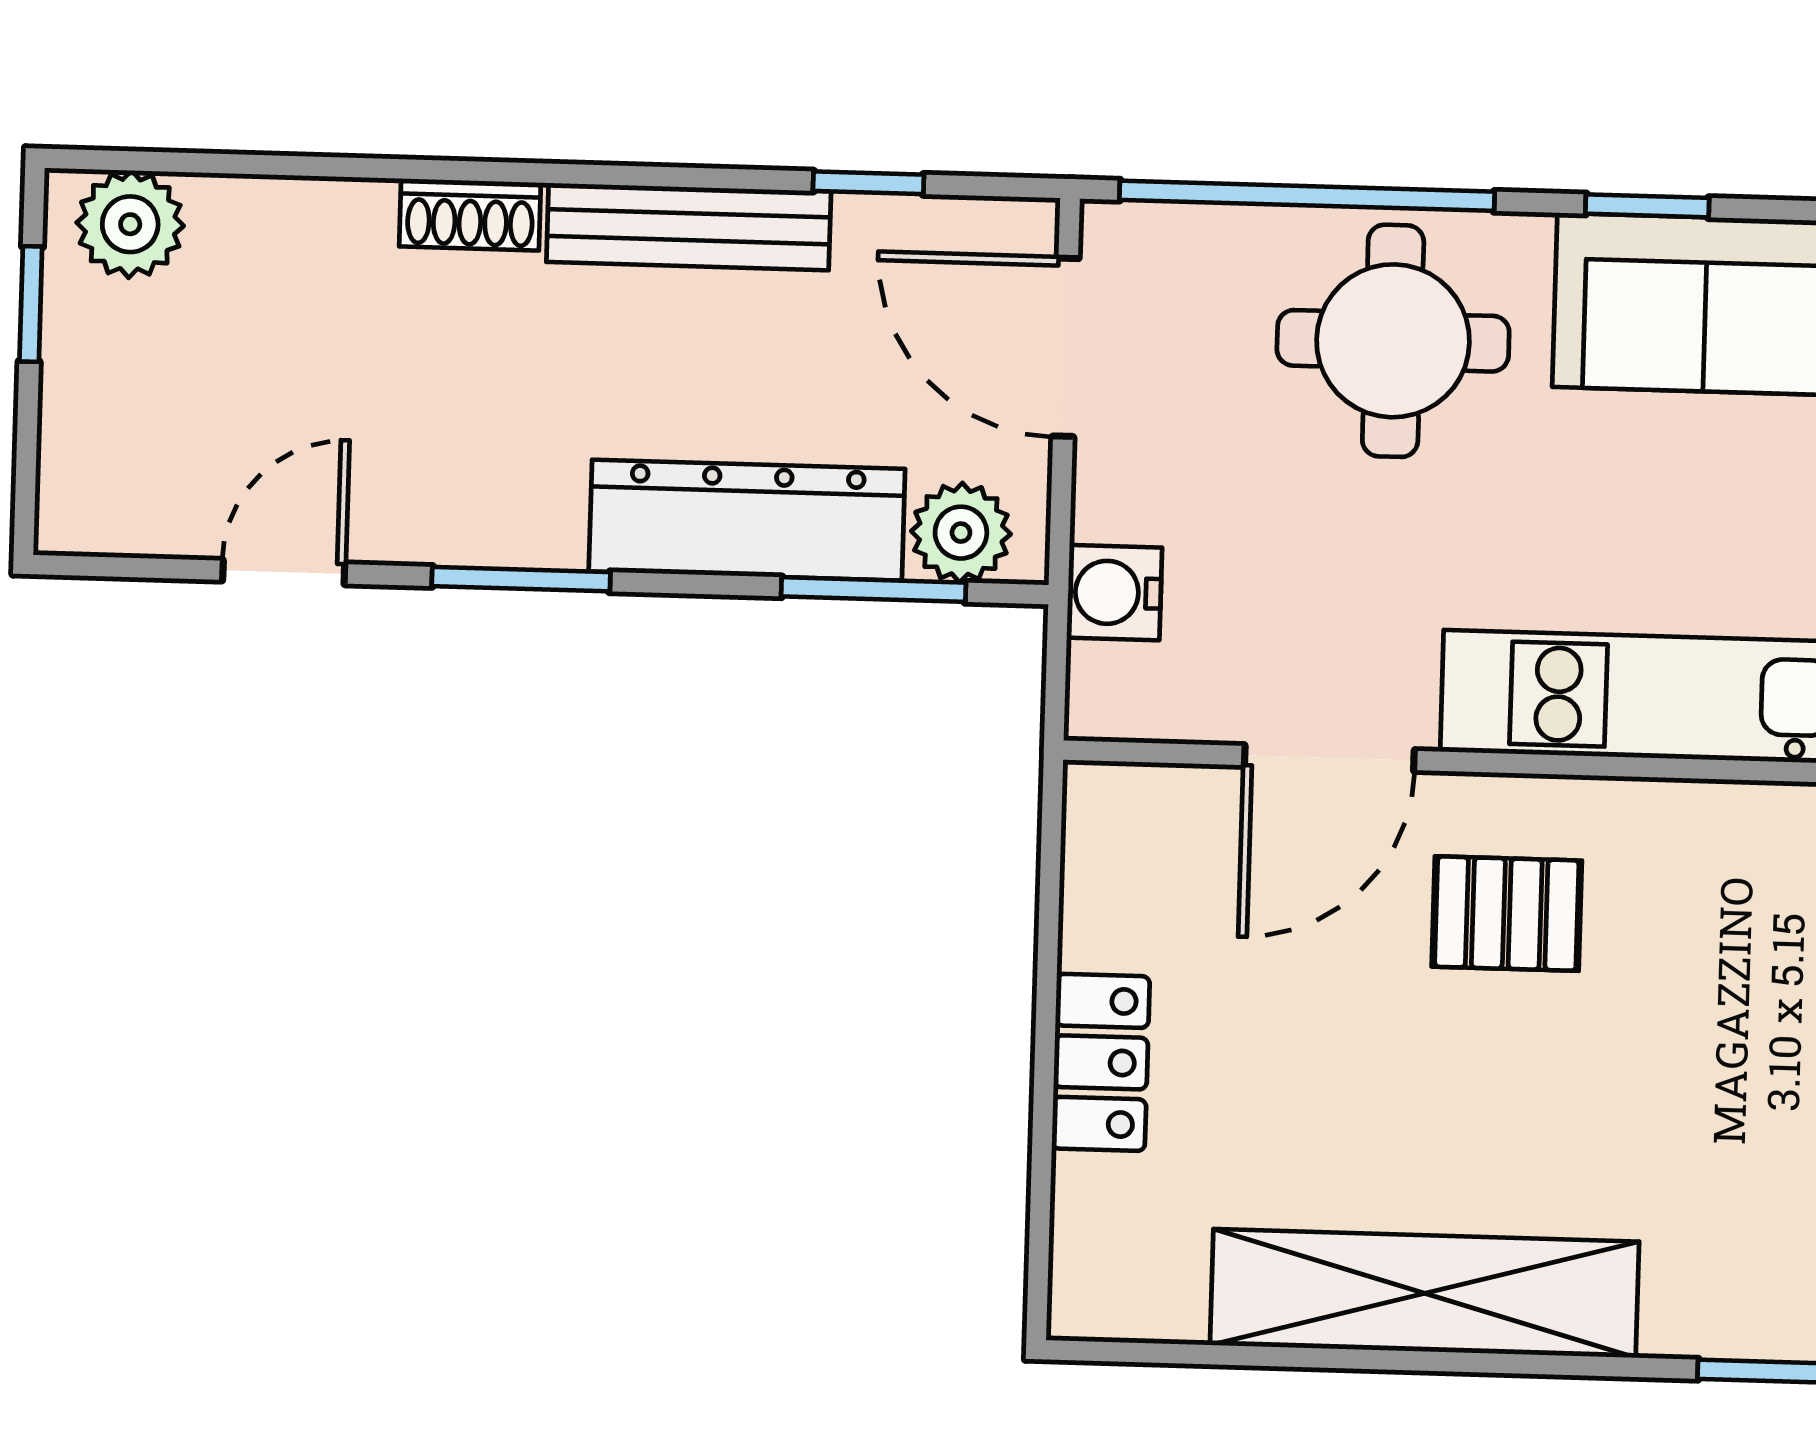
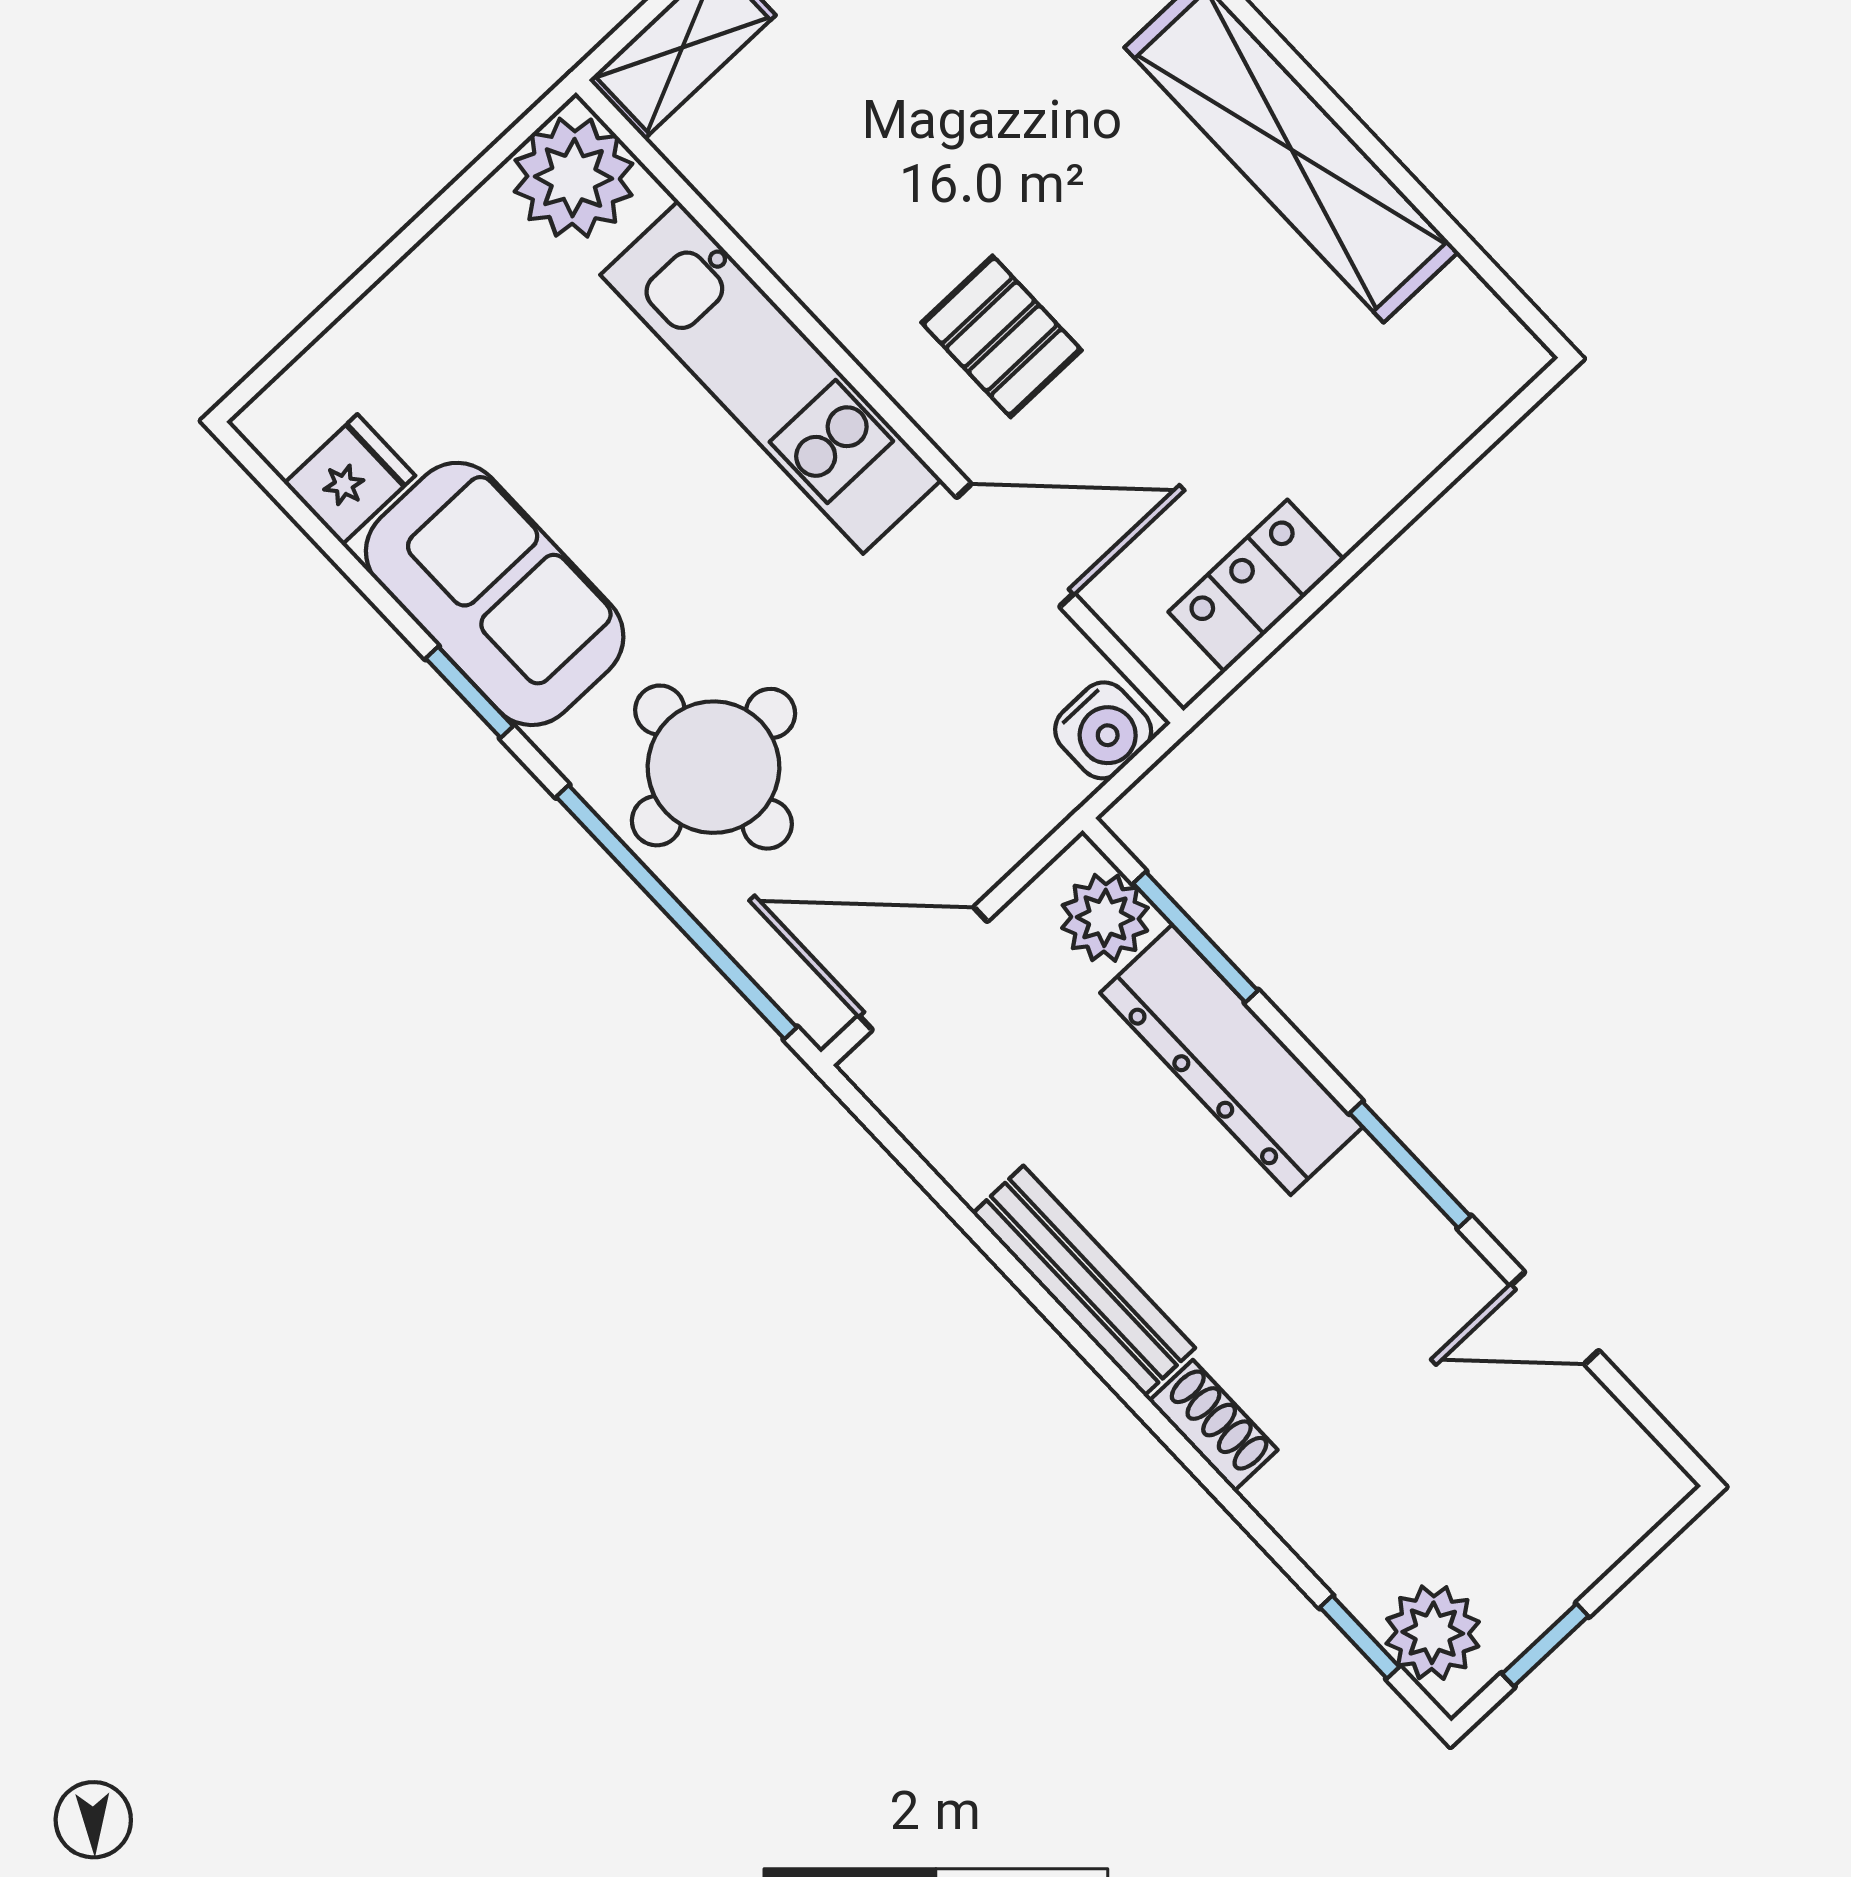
window: (868, 183) -> (1360, 1637), moved
door: (1066, 347) -> (923, 969), swing flipped
water cooler: (1114, 593) -> (1103, 730), moved
locker: (1101, 1062) -> (1256, 586), moved

